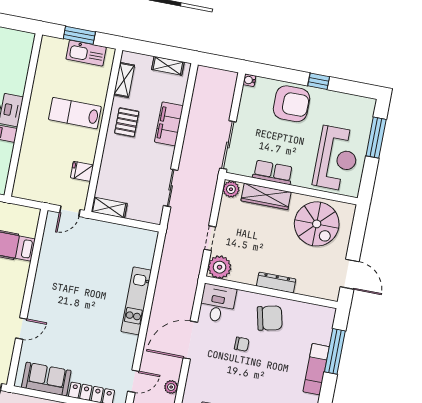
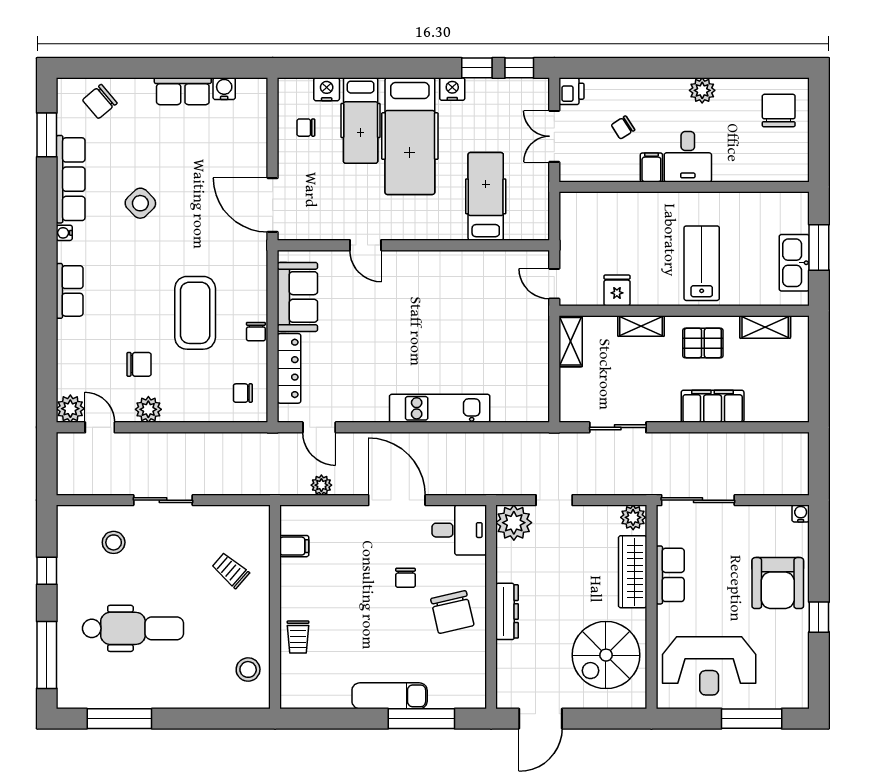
shelving: (168, 66) -> (641, 326), moved, turned 90

